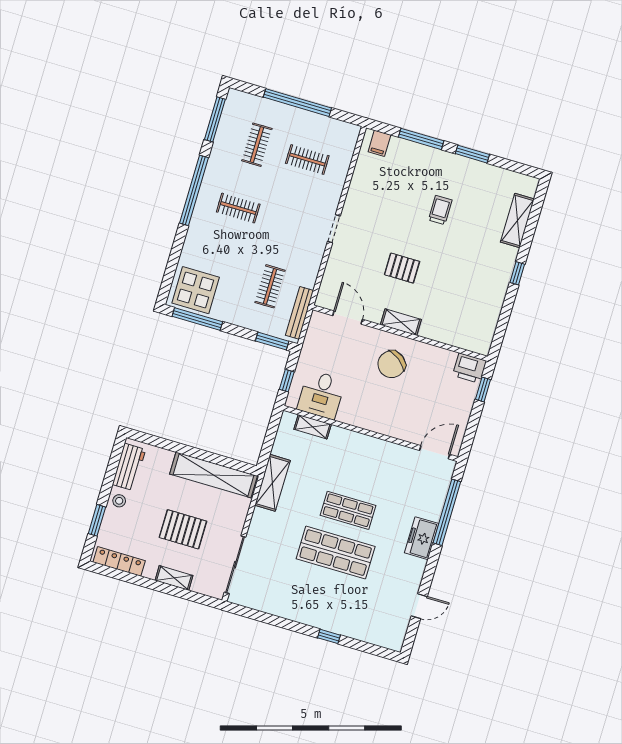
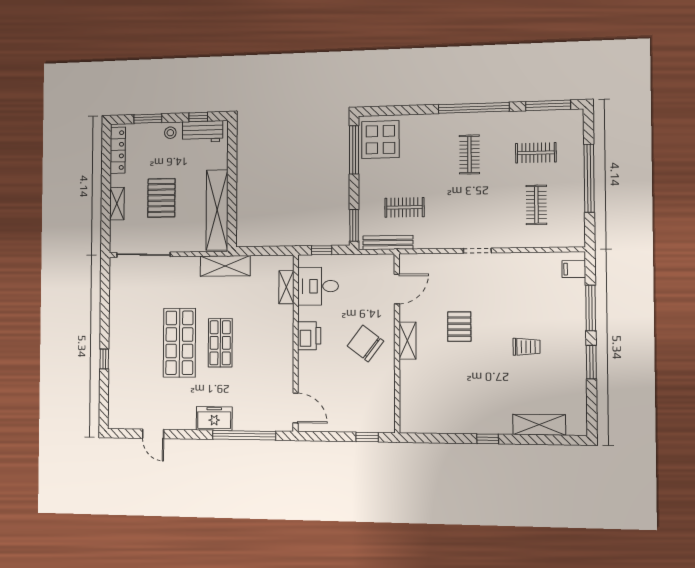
printer: (470, 368) -> (309, 336), moved, turned 180
window: (113, 467) -> (198, 117), added

